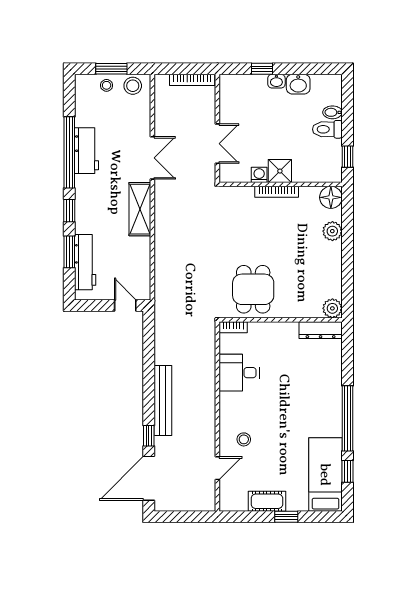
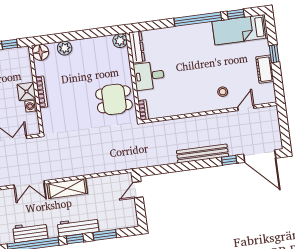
double door: (152, 158) -> (29, 184), swing flipped
workbench: (85, 262) -> (78, 227), moved
desk: (239, 373) -> (149, 76), moved, turned 90
door: (217, 468) -> (246, 108), hinge flipped

